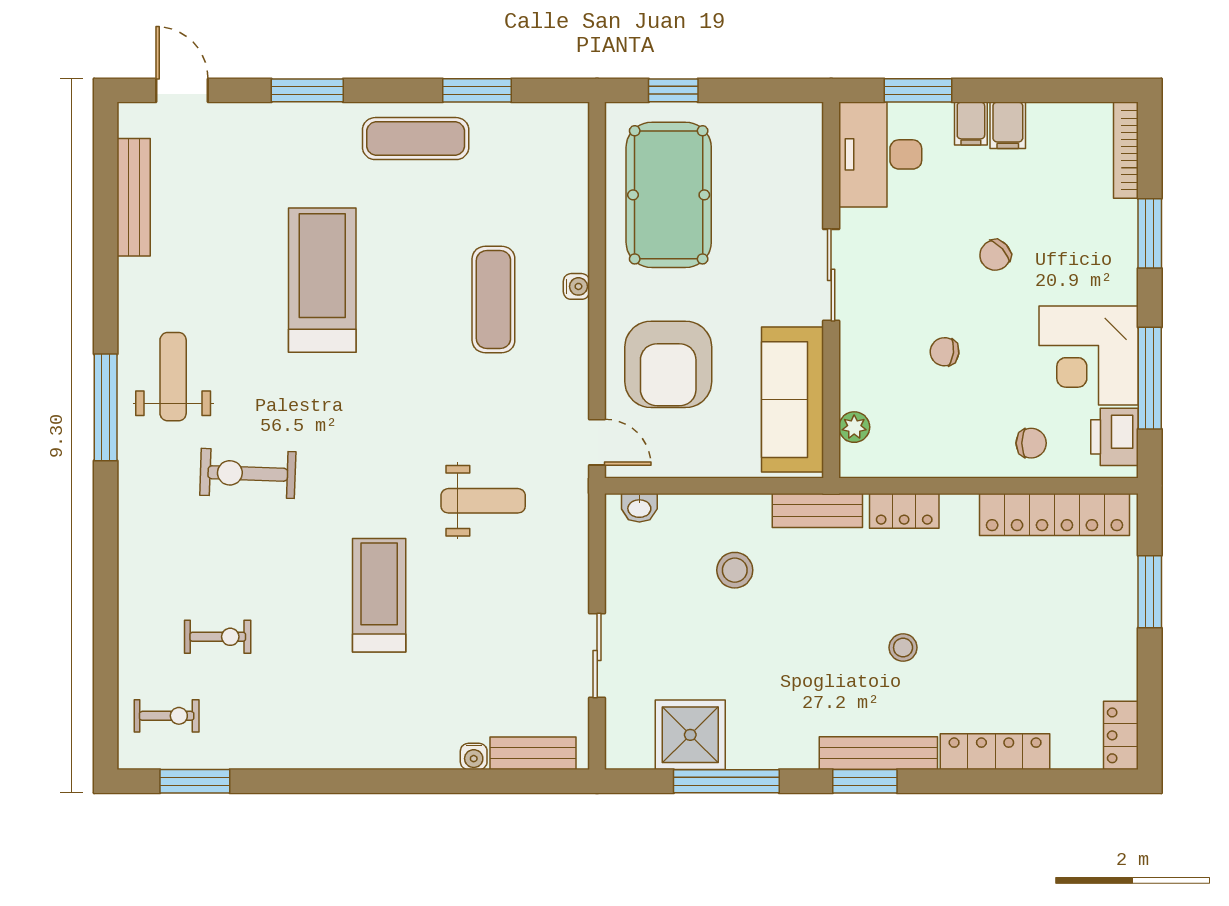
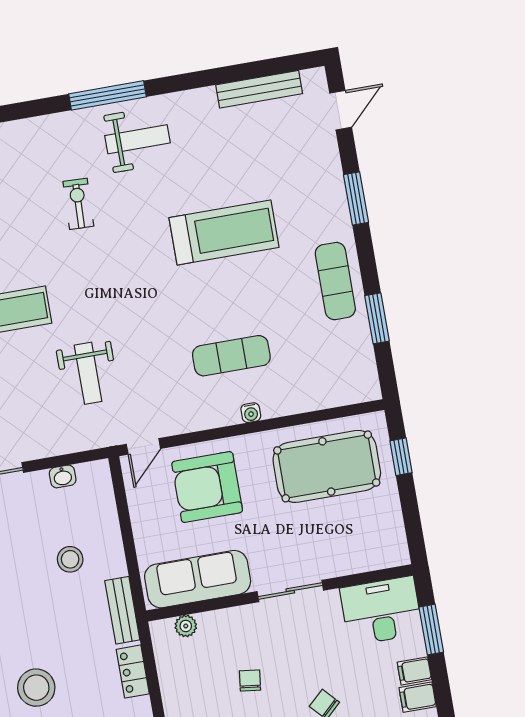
exercise bike: (248, 473) -> (78, 204), width x0.73, depth x0.72
washbasin: (639, 508) -> (63, 476), moved, turned -90
stool: (903, 648) -> (36, 688), width x1.89, depth x1.89

